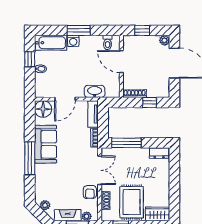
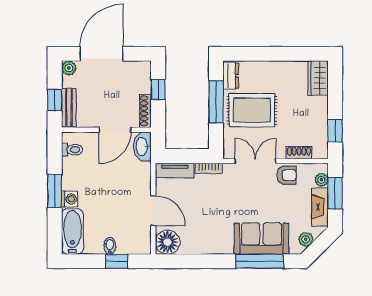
bench: (137, 40) -> (69, 107), added
window: (30, 59) -> (117, 261), moved
door: (121, 62) -> (115, 130), moved
washbasin: (95, 91) -> (142, 146), moved
window: (126, 143) -> (216, 102), moved
sofa: (46, 144) -> (261, 239), moved
window: (30, 158) -> (260, 261), moved
rug: (132, 202) -> (252, 110), moved

